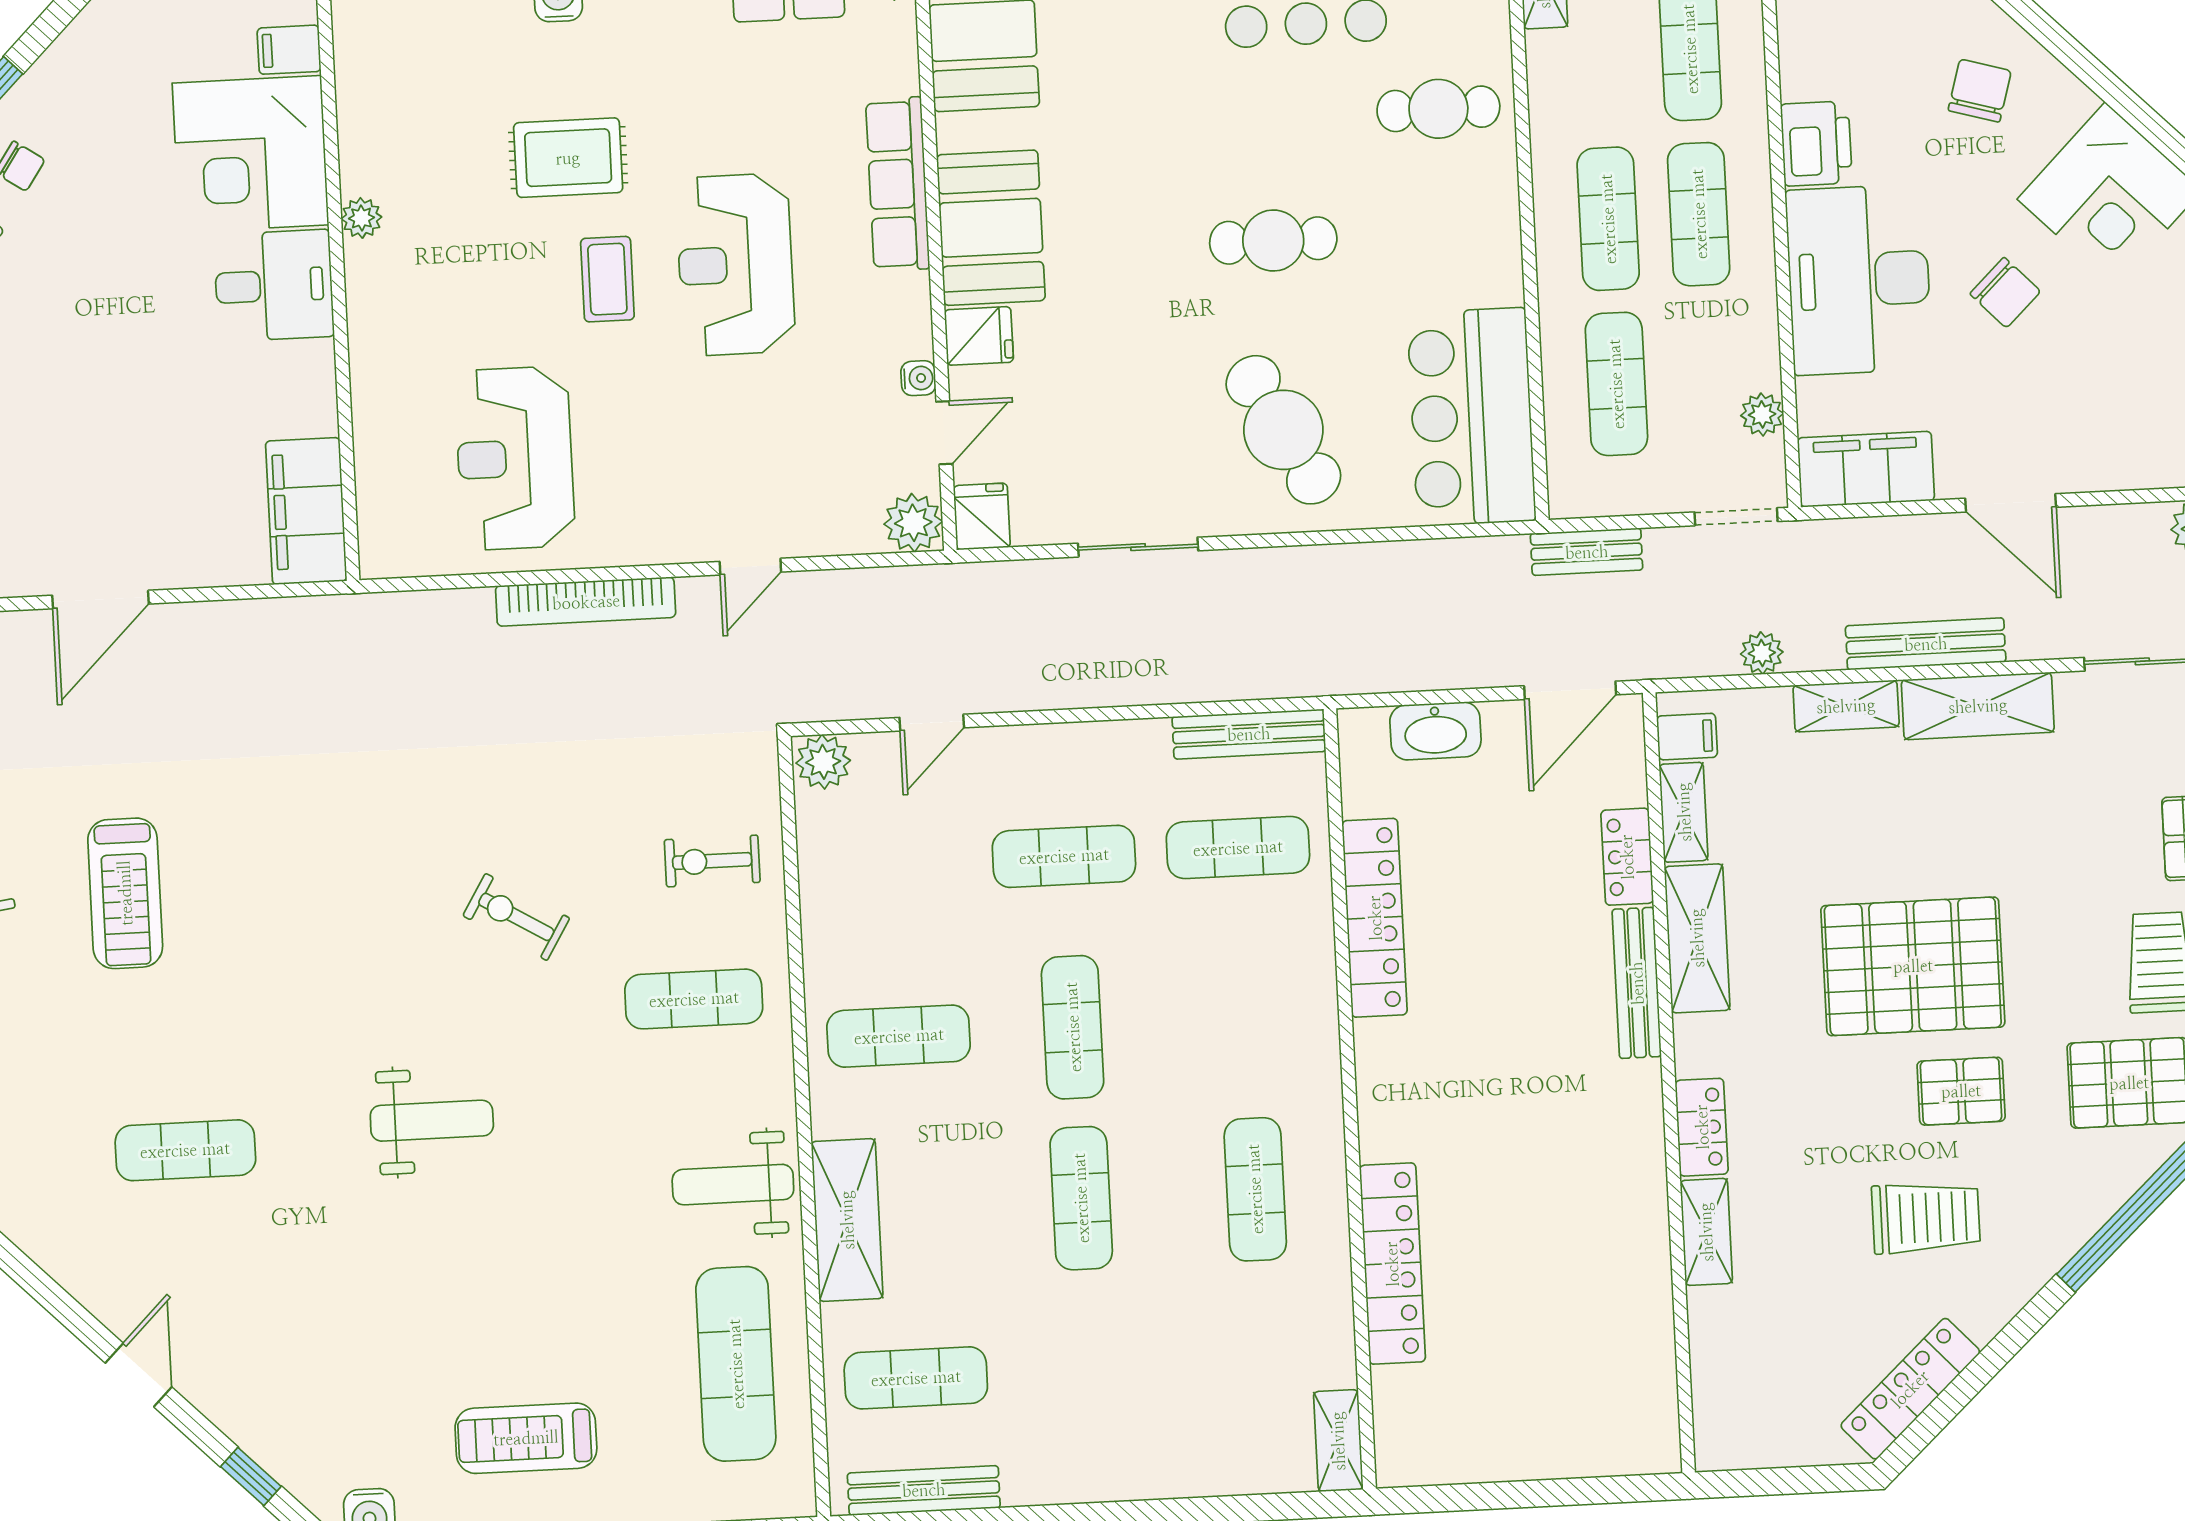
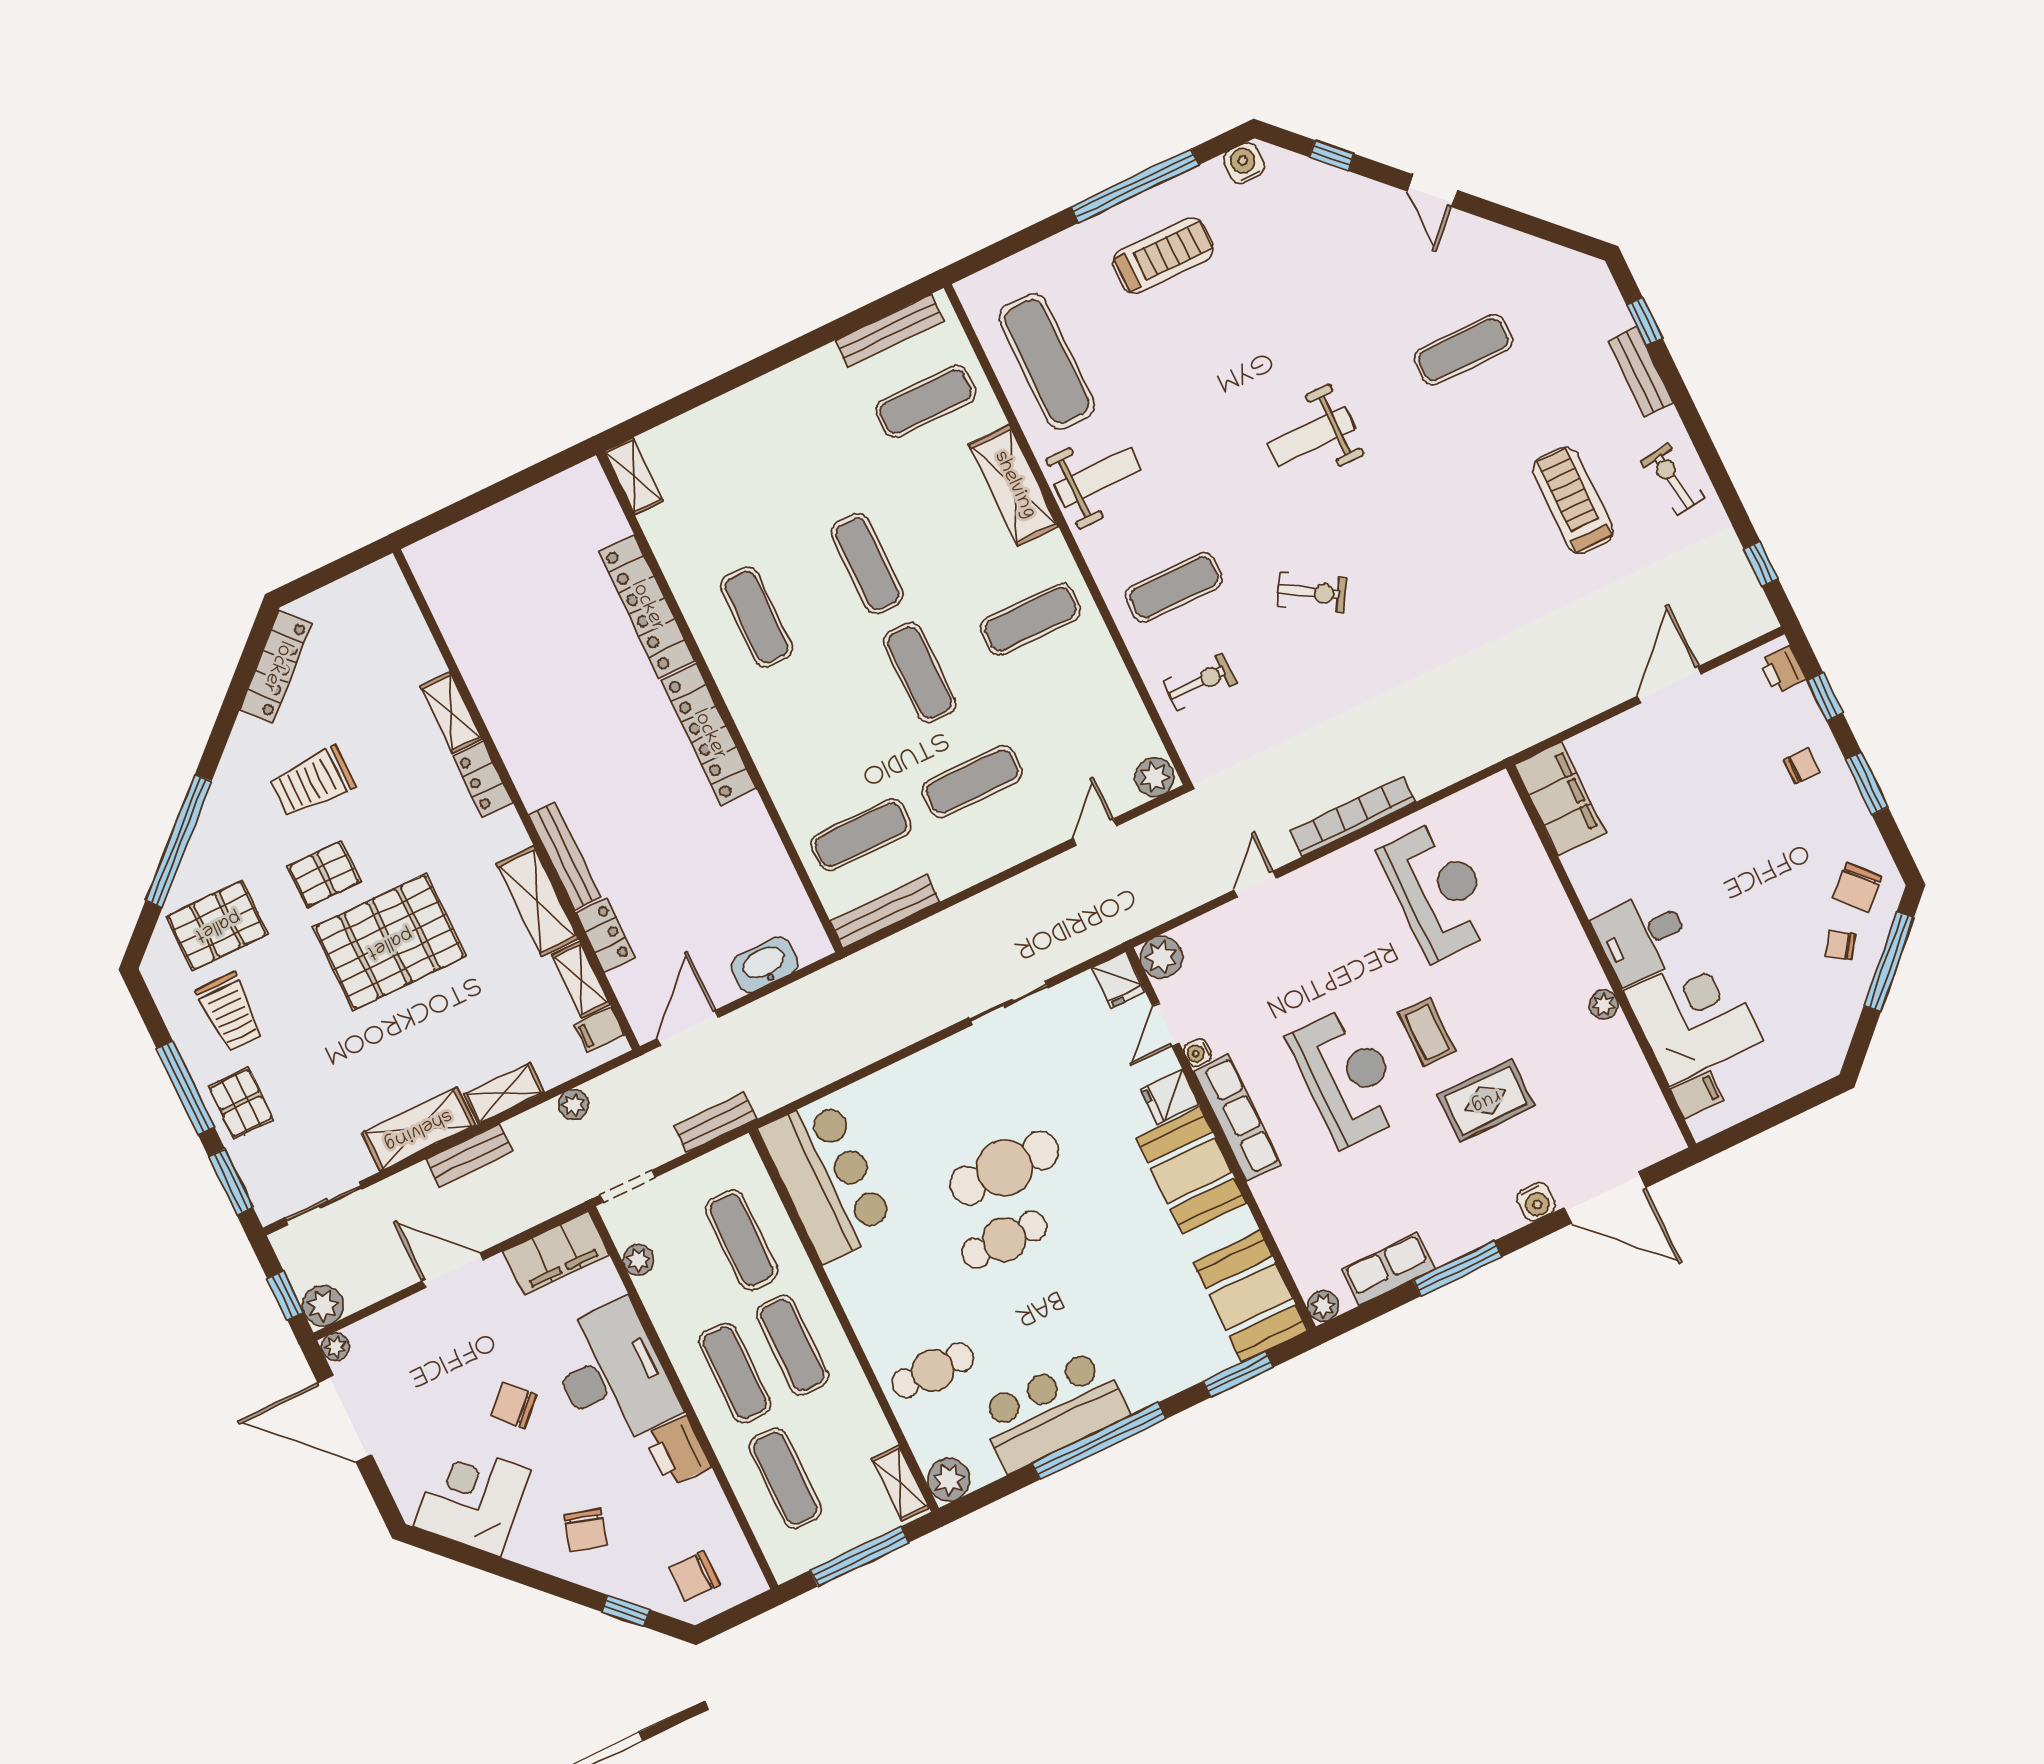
row of seats: (898, 184) -> (1237, 1118), moved
cafe table: (1283, 430) -> (1004, 1168), moved, turned -61
bench: (1926, 644) -> (469, 1155), width x0.73
locker: (1375, 918) -> (709, 735), moved

